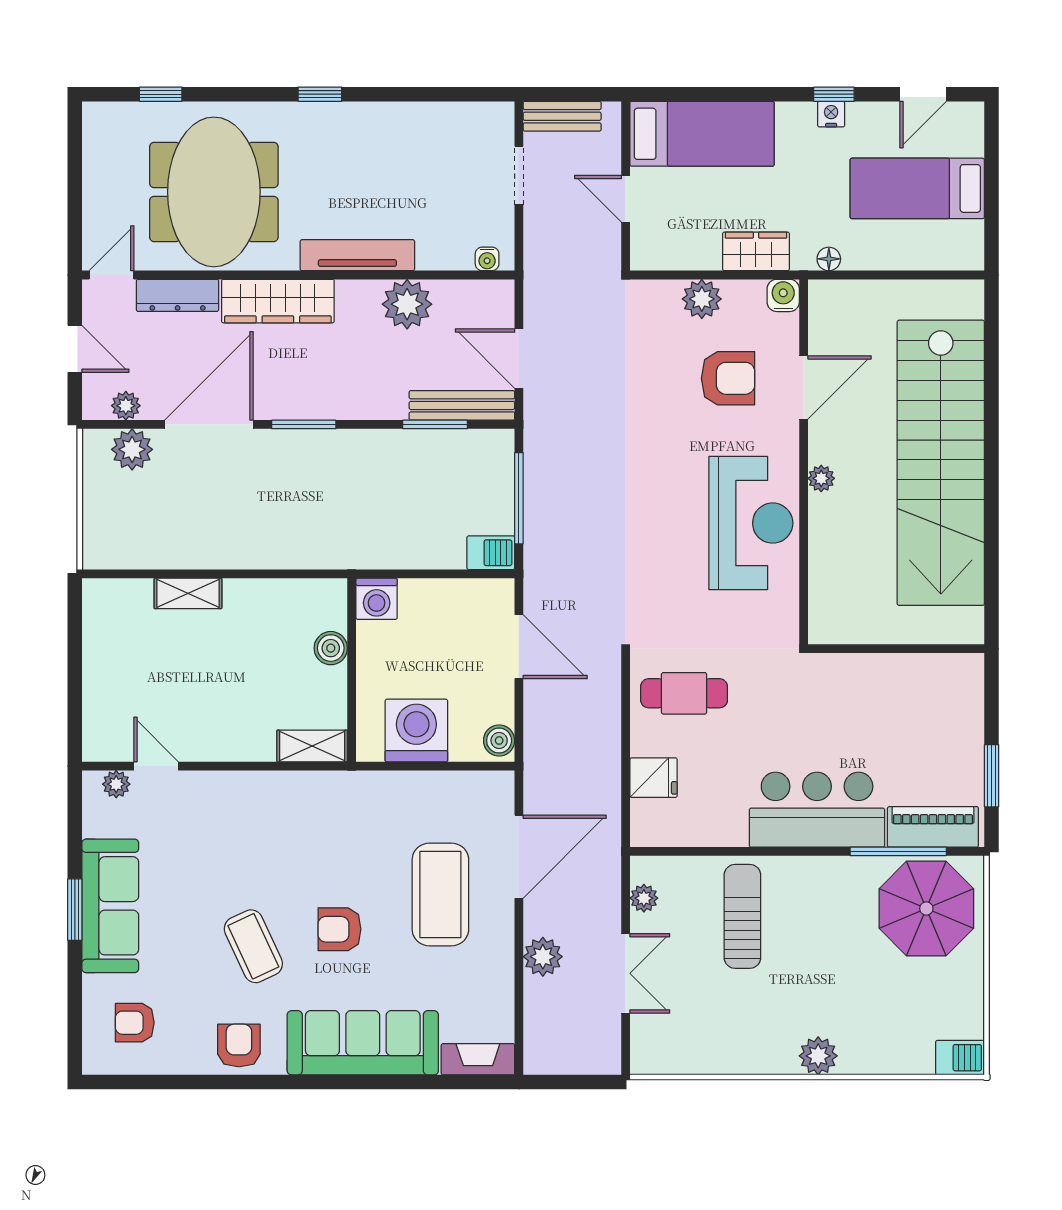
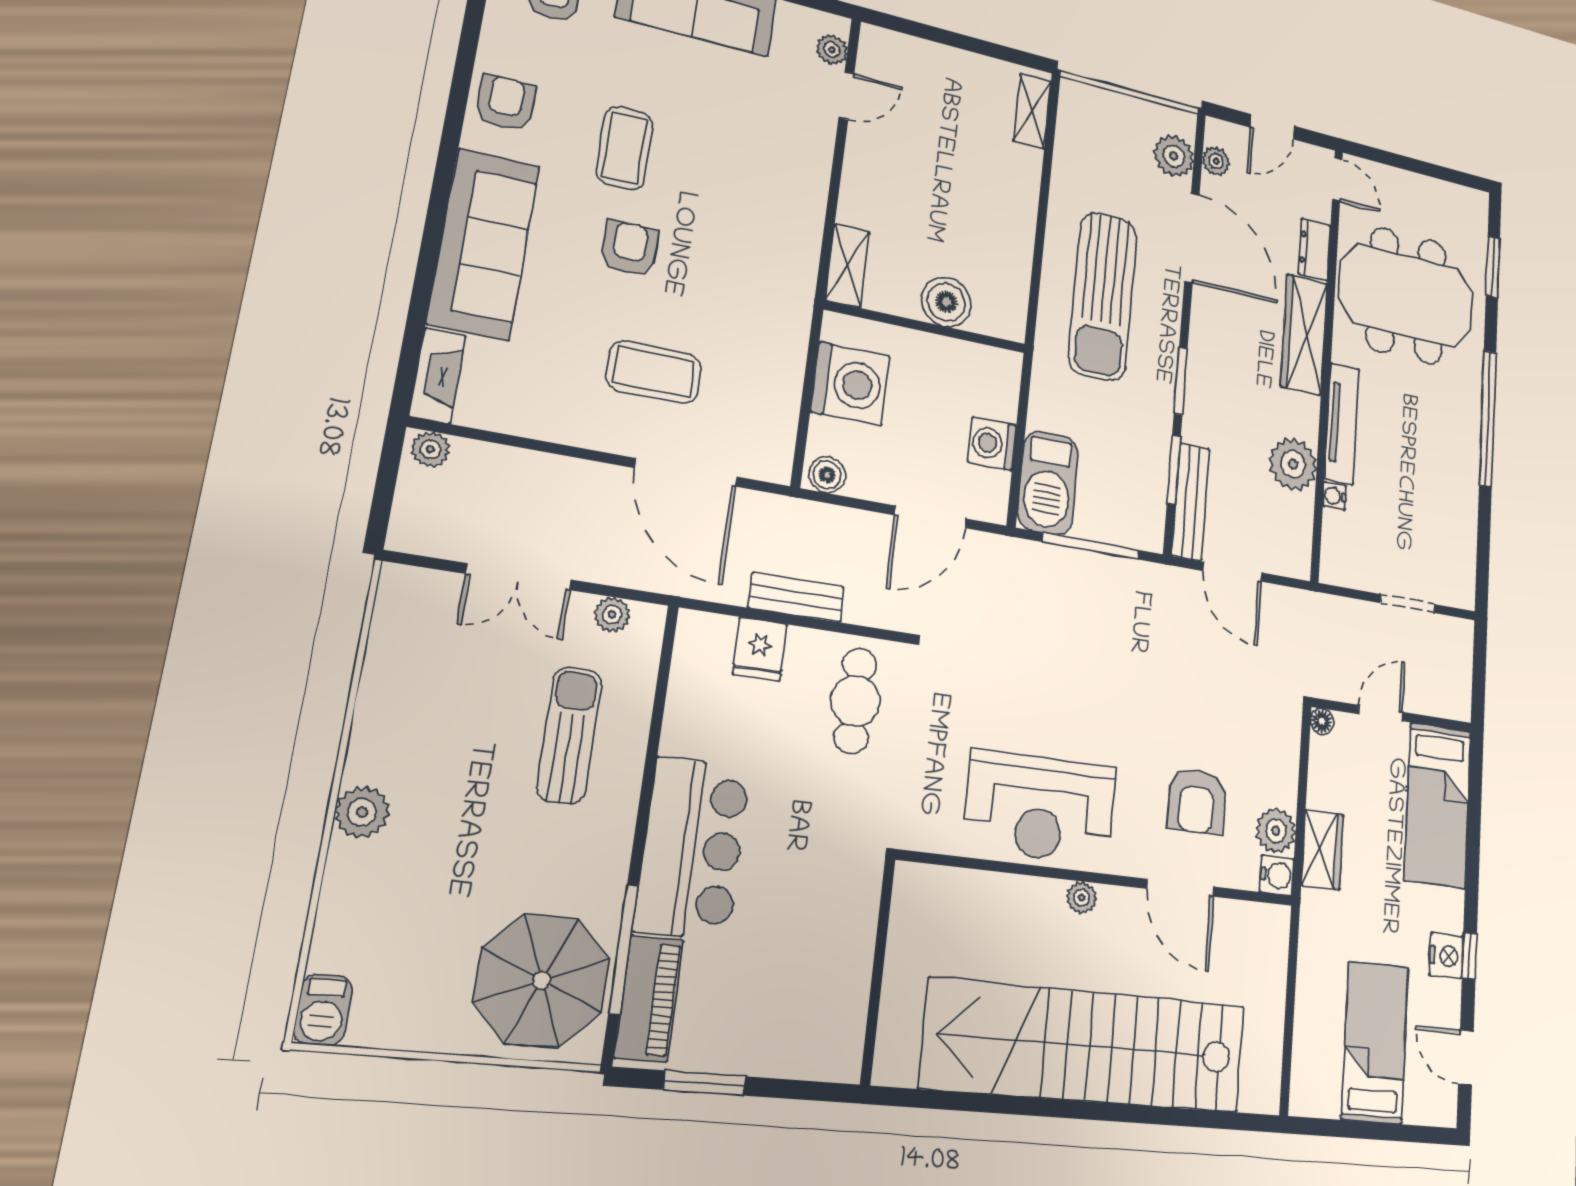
window: (161, 94) -> (1493, 267), width x1.50
window: (320, 94) -> (1488, 418), width x3.17
nightstand: (831, 114) -> (1446, 956), width x1.39, depth x1.35
bench: (562, 116) -> (796, 597), moved, turned 90
water cooler: (487, 259) -> (1334, 496), moved
floor lamp: (829, 259) -> (1322, 721), moved
dresser: (178, 295) -> (1314, 250), width x0.70
plant: (702, 299) -> (1276, 831), moved
door: (519, 359) -> (1233, 572), swing flipped
window: (304, 424) -> (1181, 381), moved
sun lounger: (286, 508) -> (1103, 296), added
barbecue: (491, 553) -> (1048, 483), width x1.88, depth x1.53
shelving: (188, 593) -> (1032, 111), moved
washing machine: (377, 599) -> (992, 444), moved
boiler: (331, 648) -> (946, 302), width x1.36, depth x1.36
coffee table: (440, 894) -> (654, 372), width x0.73, depth x0.76
sun lounger: (742, 916) -> (569, 735), turned -90
coffee table: (253, 946) -> (625, 148), turned -65
plant: (543, 957) -> (430, 449), moved, width x0.73, depth x0.73
armchair: (239, 1045) -> (506, 103), turned -90

